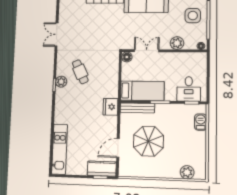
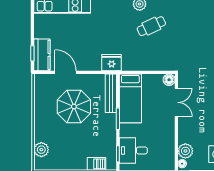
plant: (177, 43) -> (185, 151), moved

